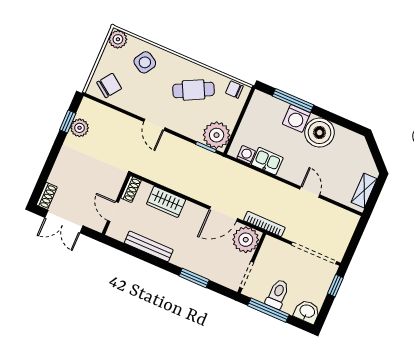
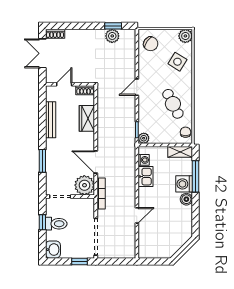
boiler: (320, 133) -> (186, 199), width x0.54, depth x0.54
plant: (217, 135) -> (144, 138), width x0.53, depth x0.53
shelving: (364, 191) -> (180, 152), moved
window: (268, 310) -> (42, 222), width x0.46

